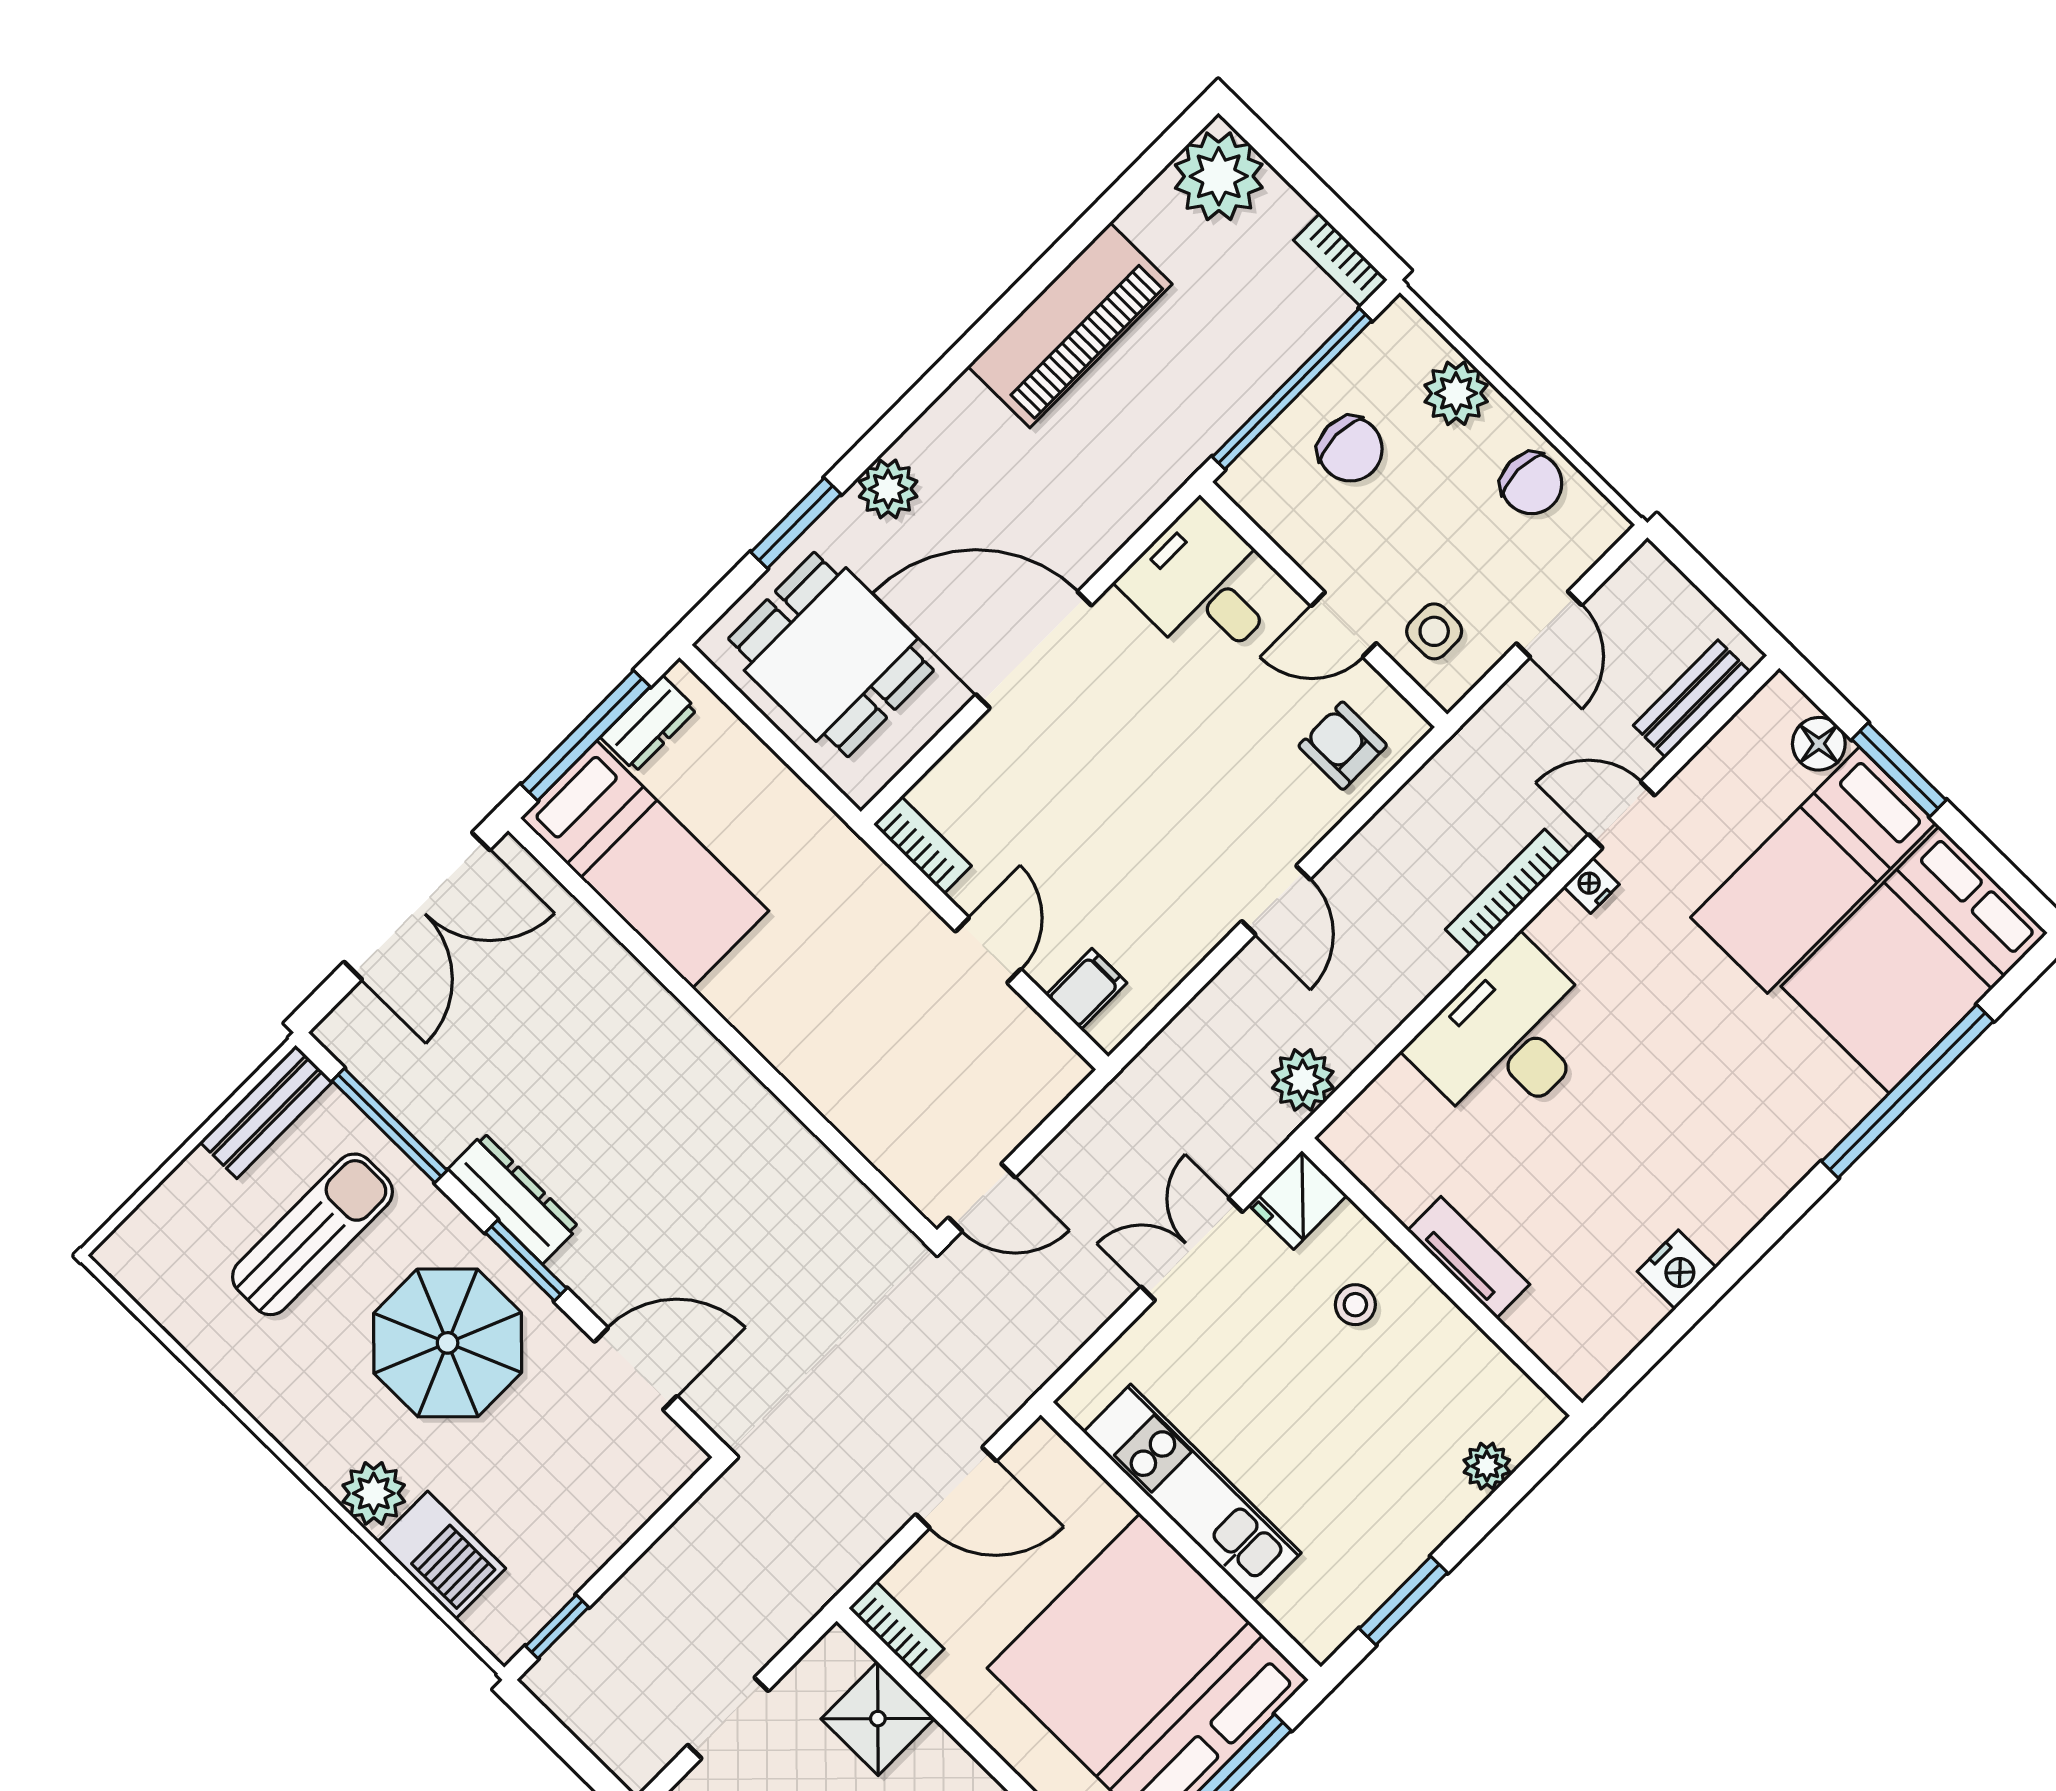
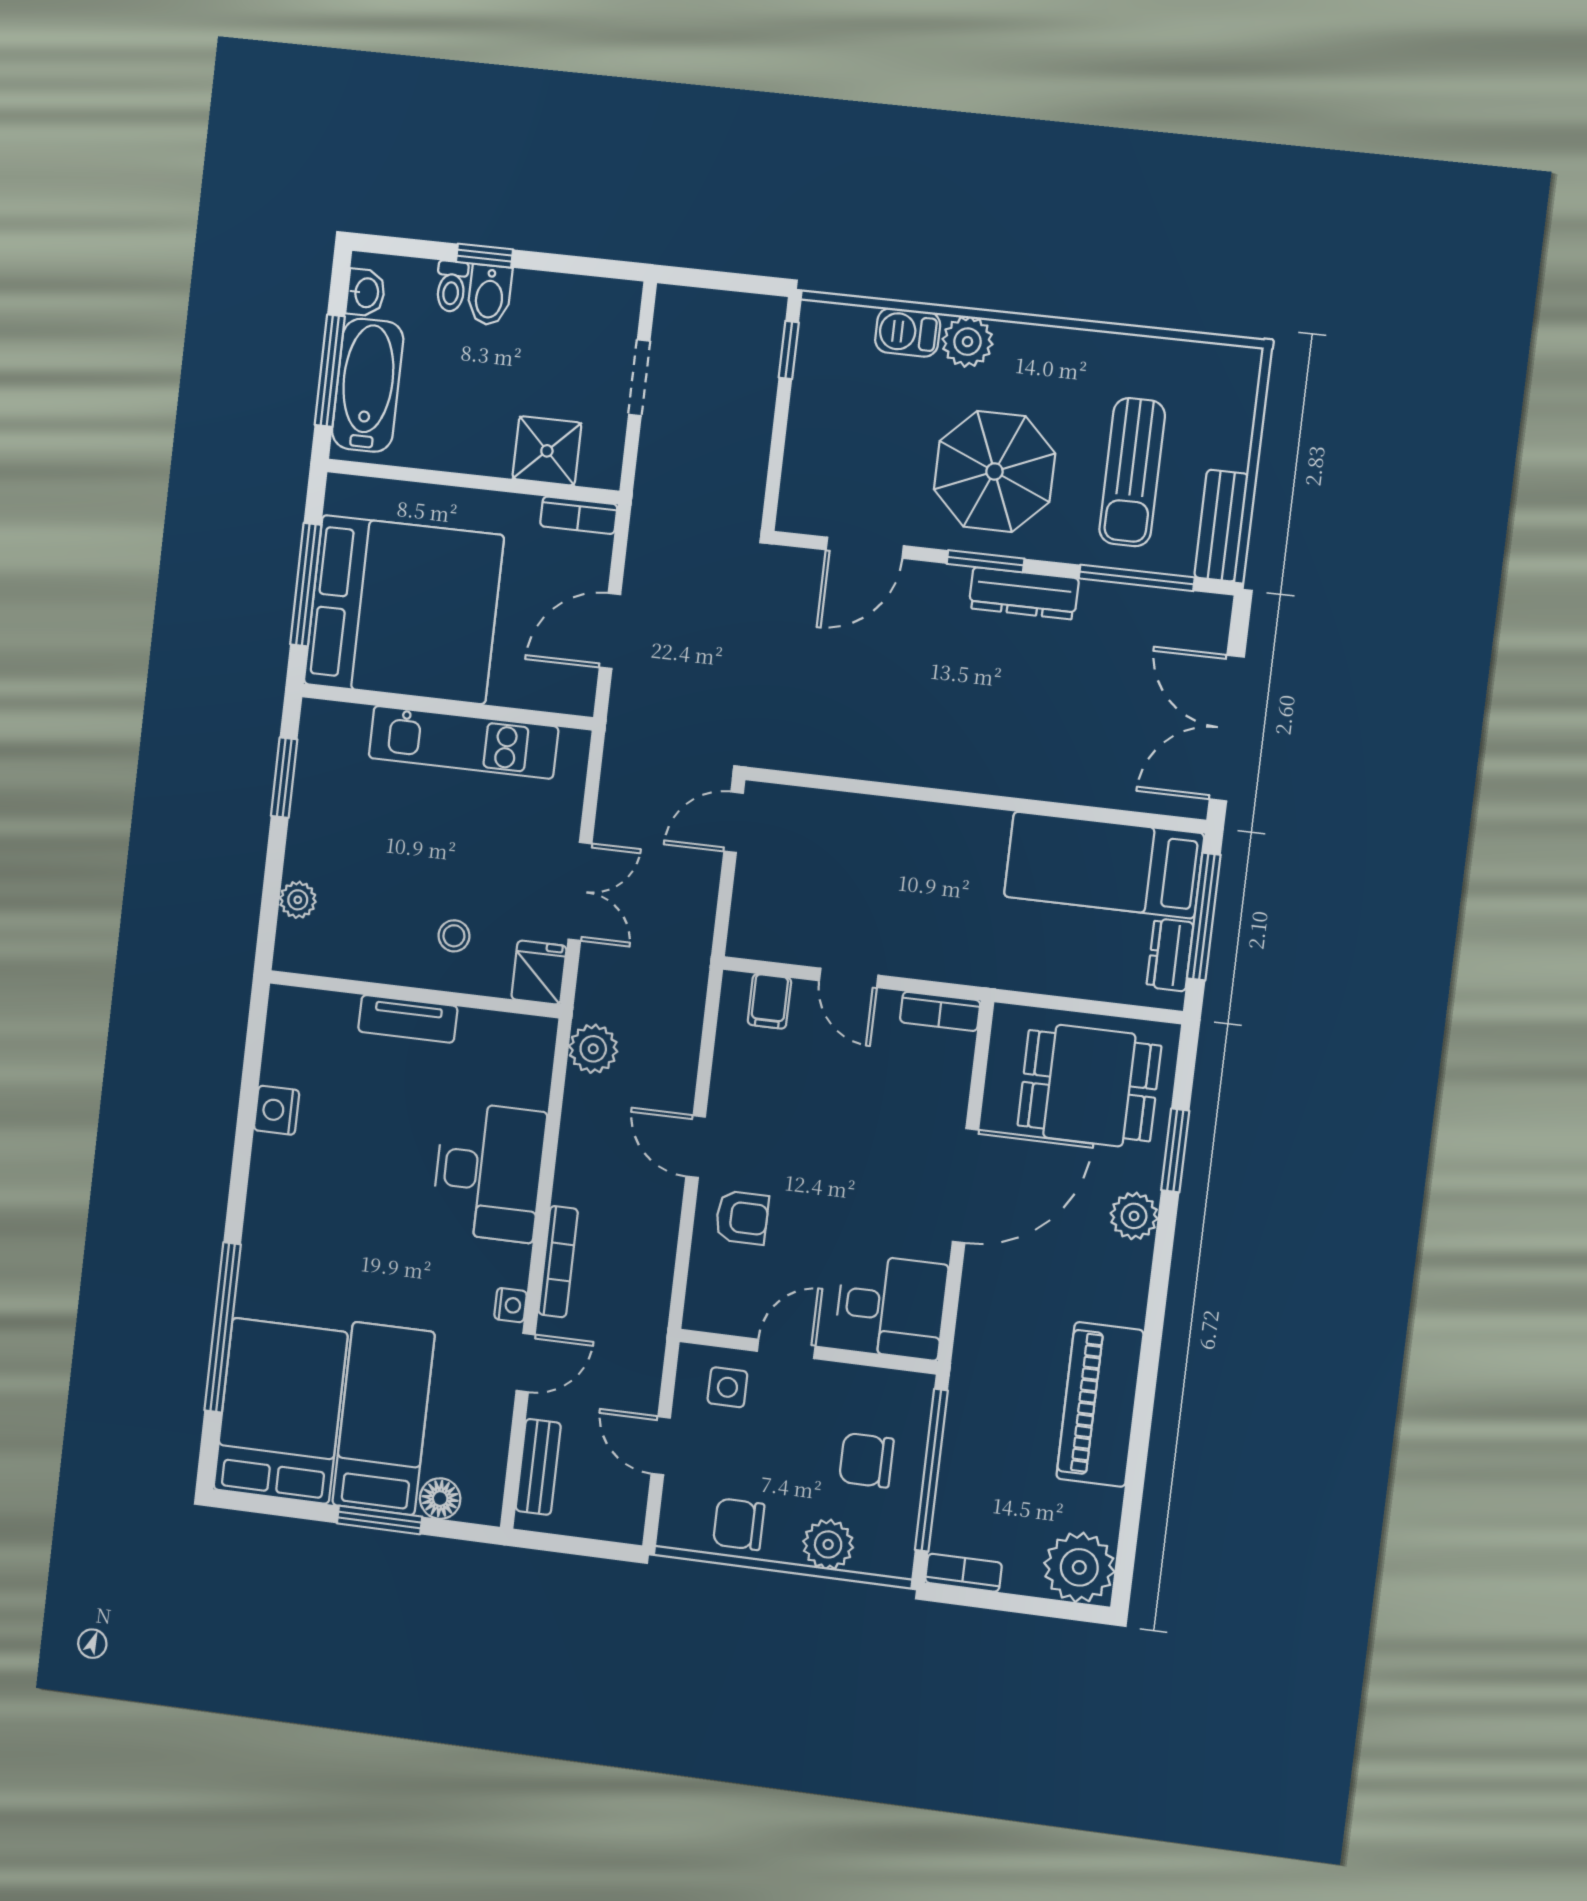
armchair: (1343, 746) -> (742, 1218), moved
barbecue: (442, 1555) -> (908, 332), width x0.73, depth x0.79

